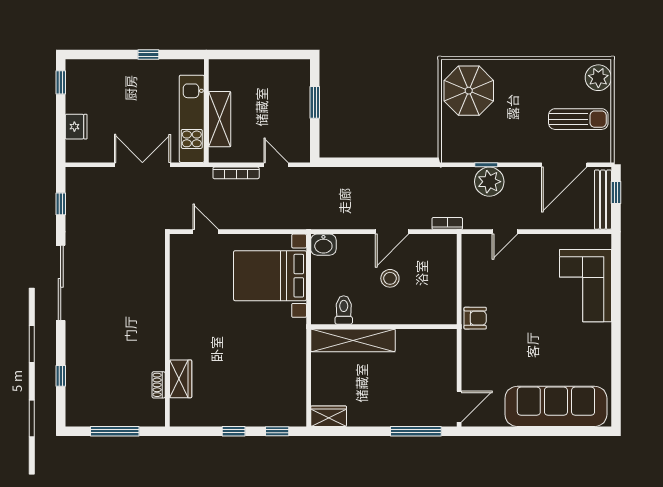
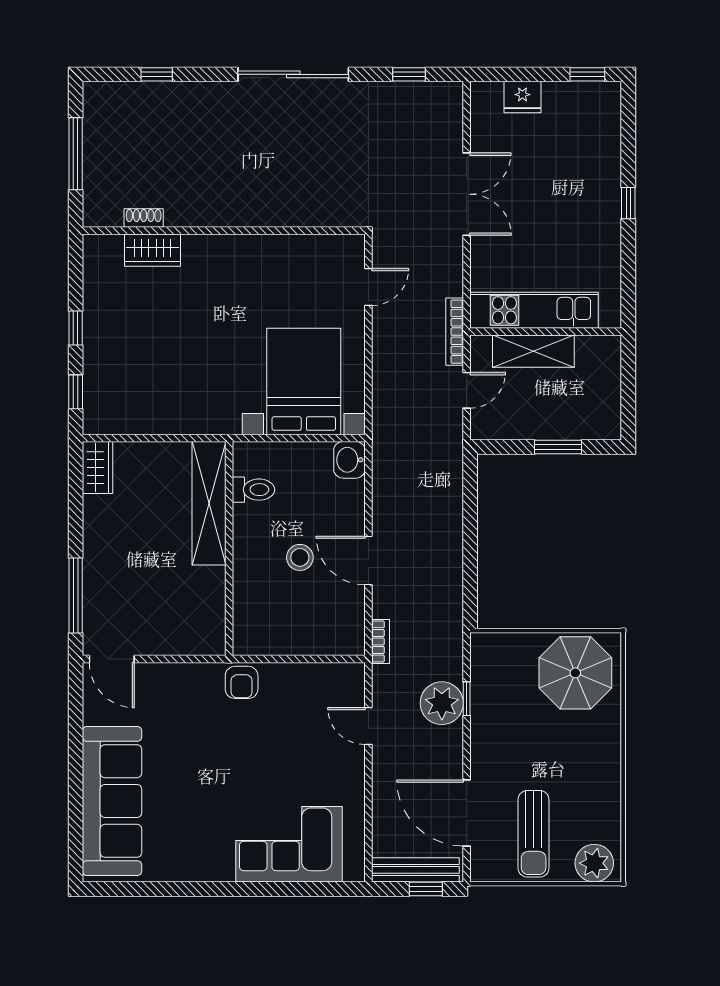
wall: (206, 111) -> (546, 332), moved
kitchen unit: (192, 119) -> (534, 310), moved
shelving: (220, 119) -> (533, 351), moved

